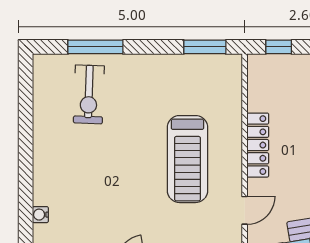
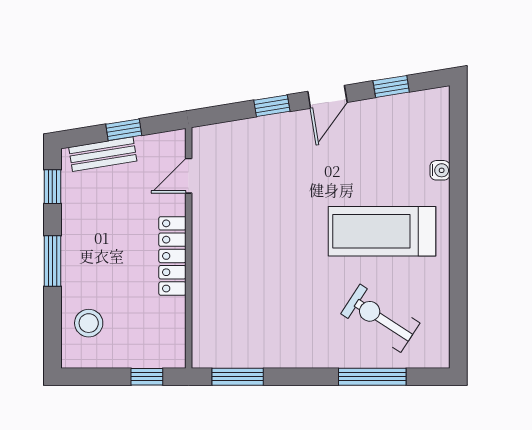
exercise bike: (89, 94) -> (380, 318), turned -59
treadmill: (187, 159) -> (382, 231), moved, turned -90

